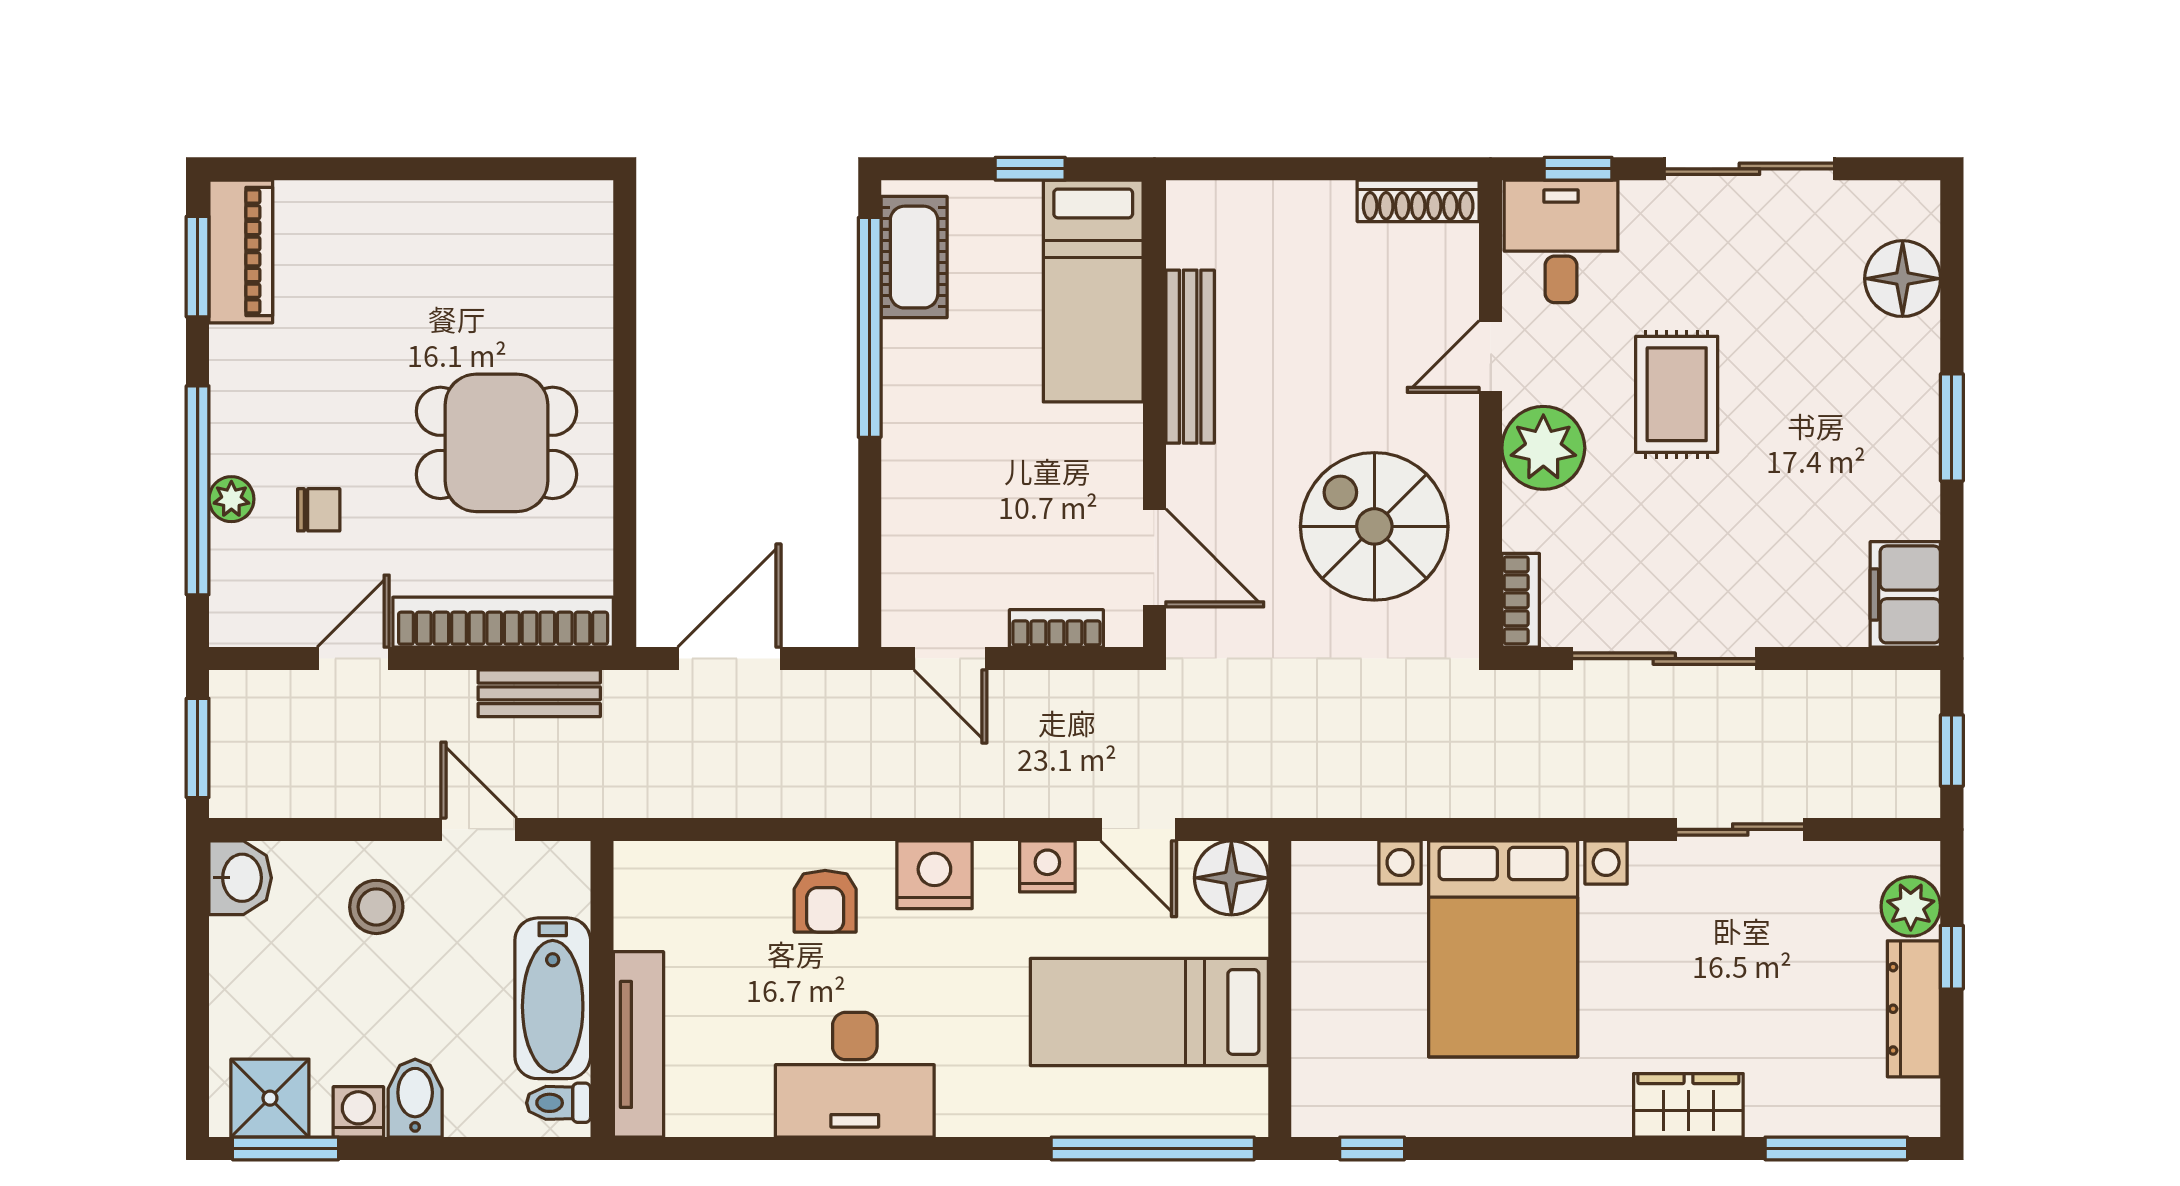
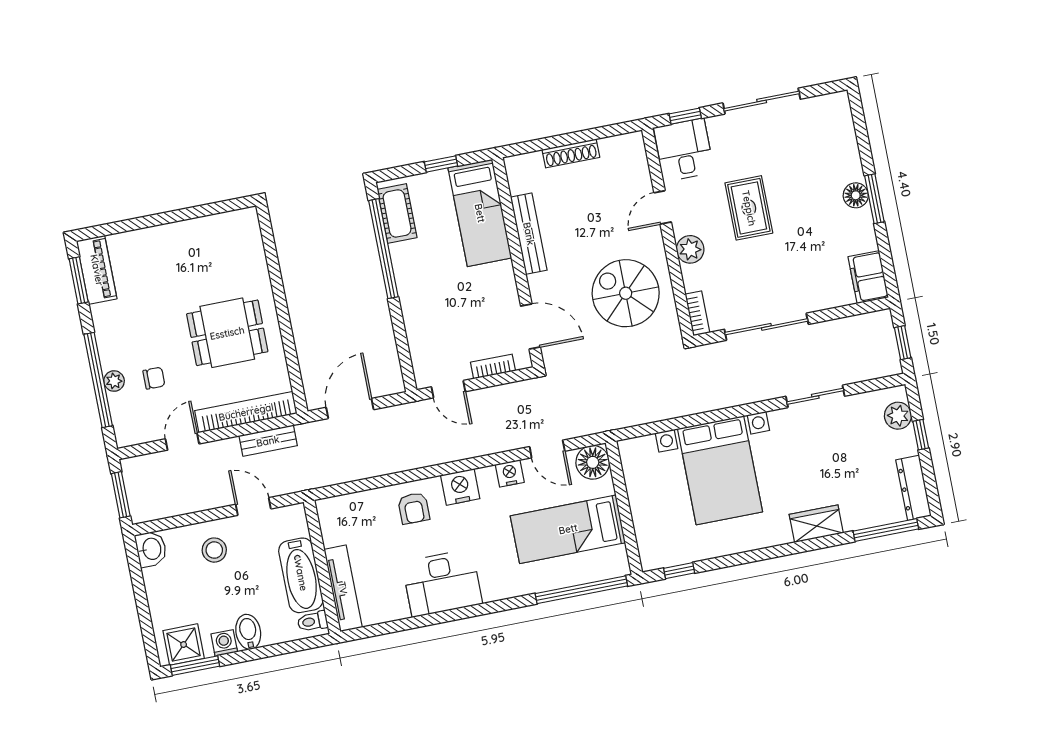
shoe rack: (1418, 201) -> (571, 153), moved
floor lamp: (1903, 279) -> (856, 195), moved, width x0.73, depth x0.73
plant: (1543, 448) -> (690, 249), width x0.73, depth x0.73
dresser: (1914, 1009) -> (914, 488), moved

